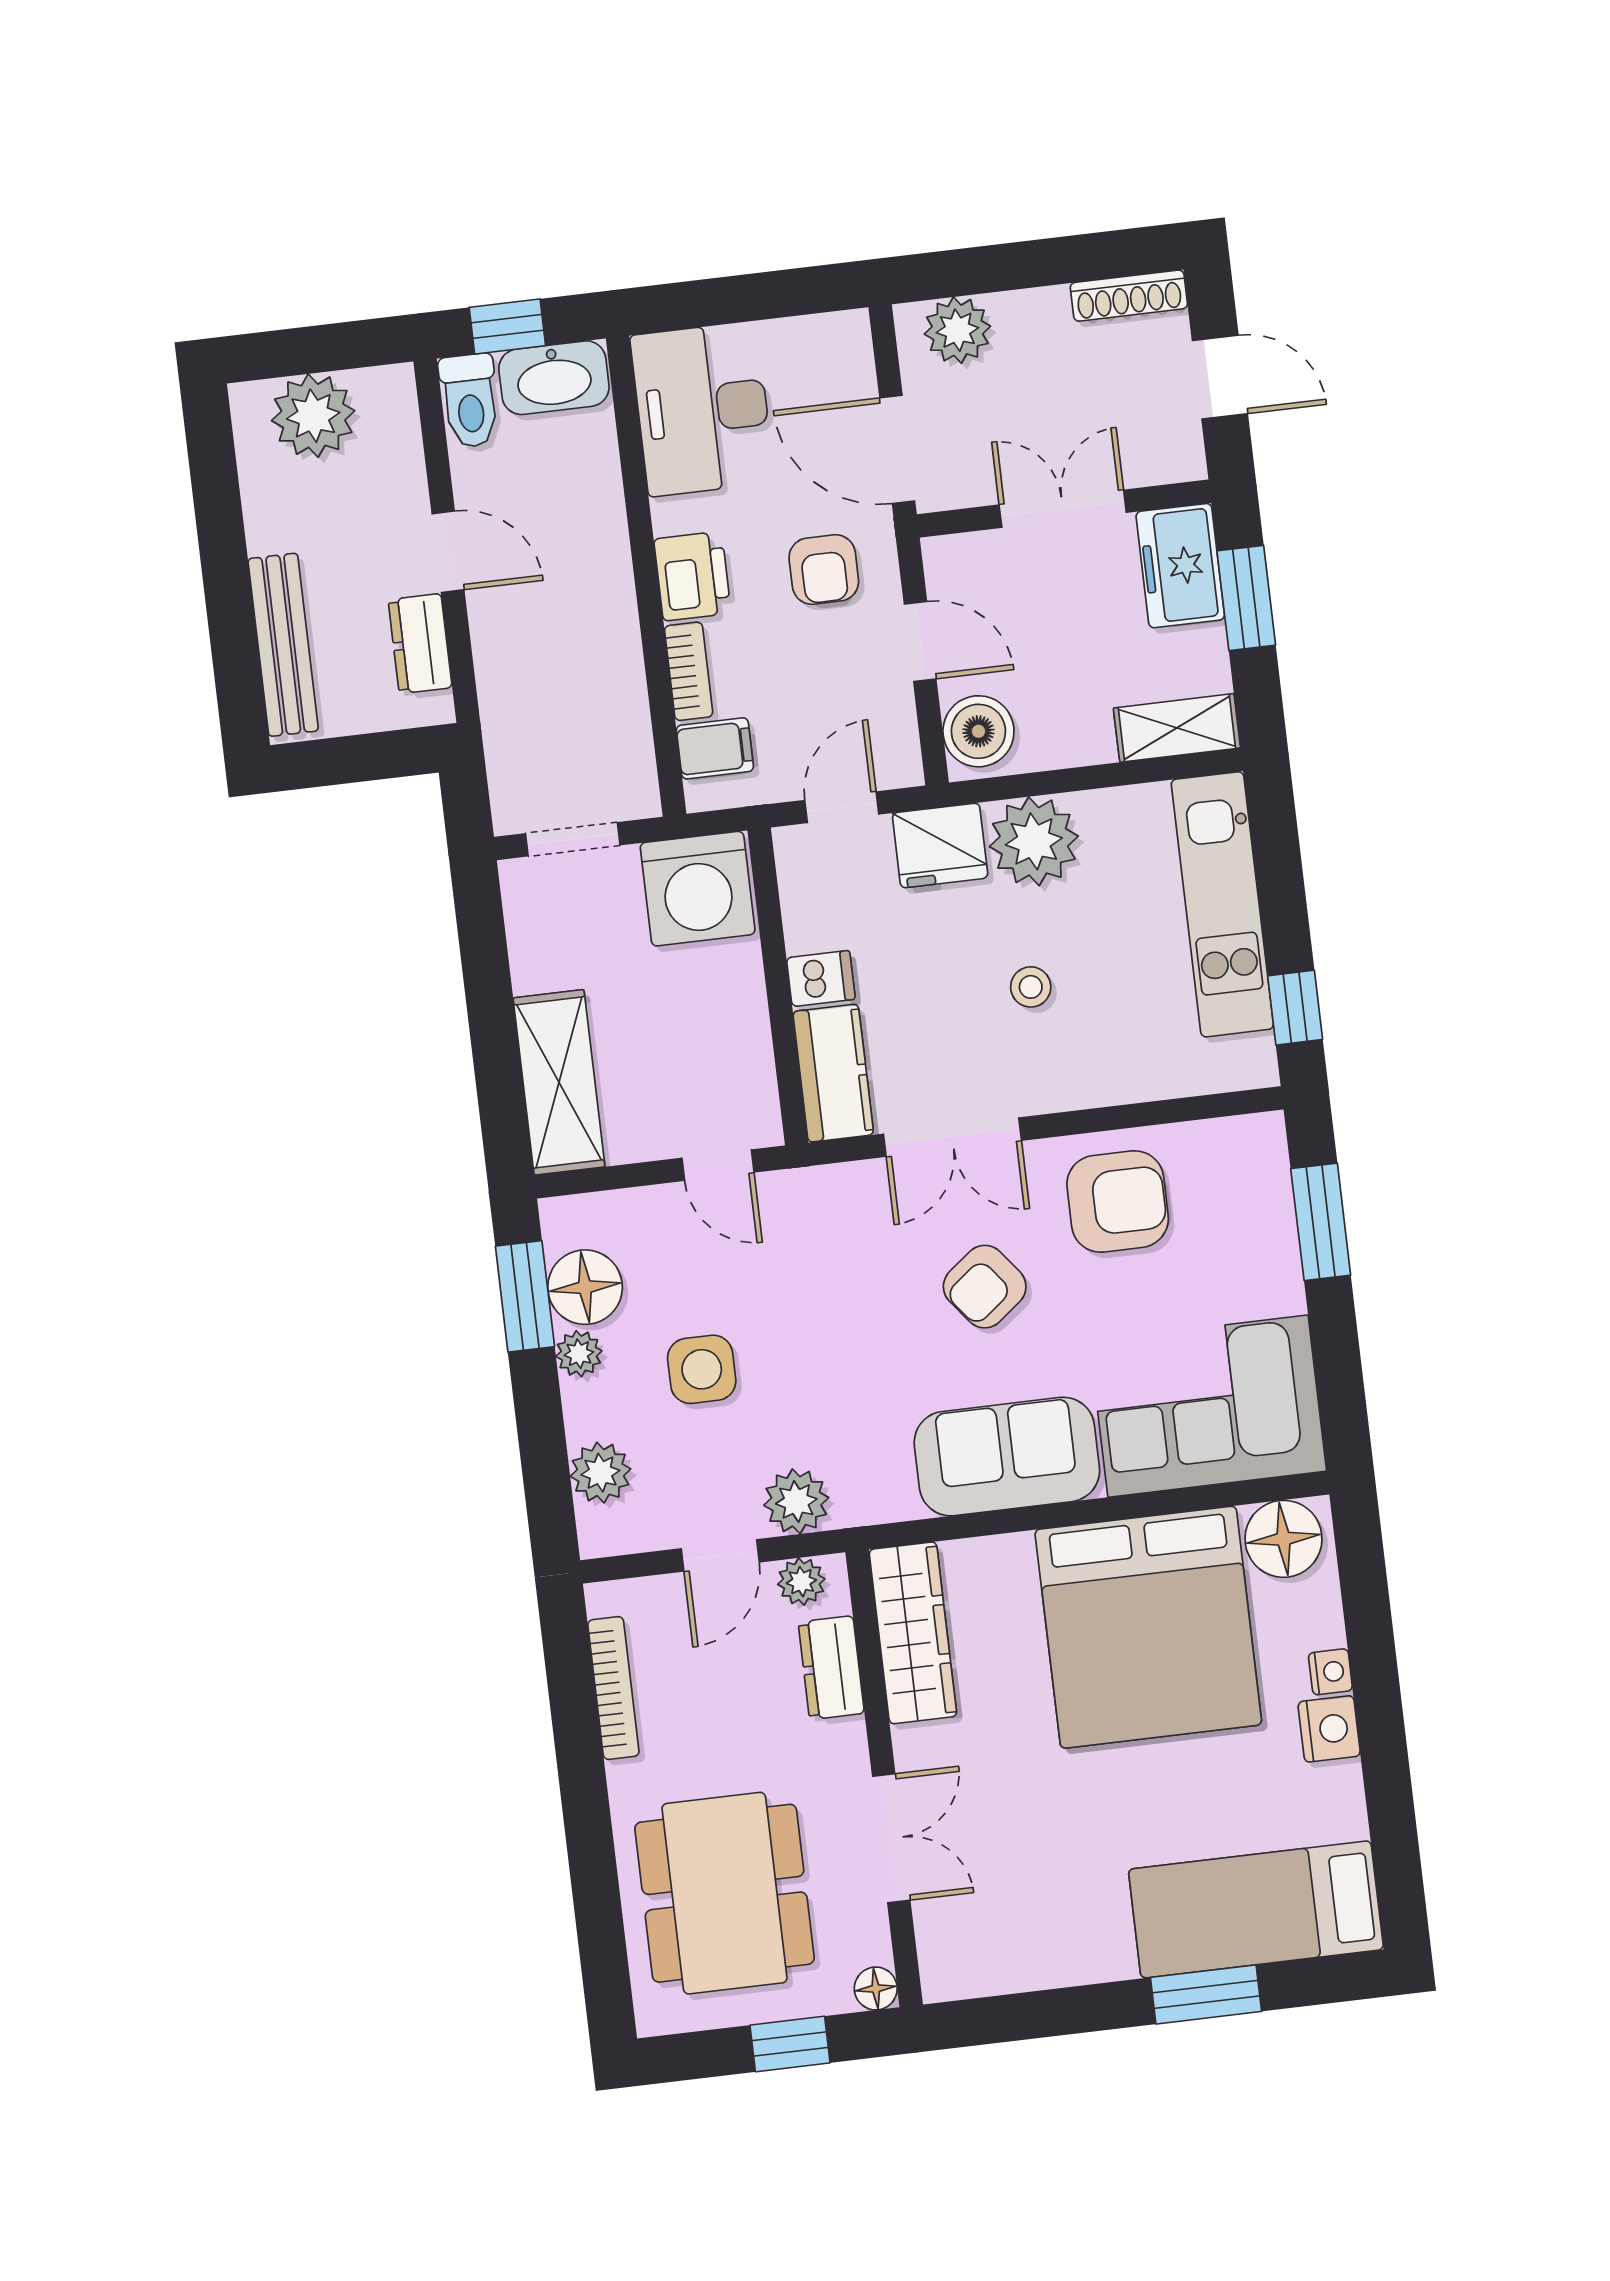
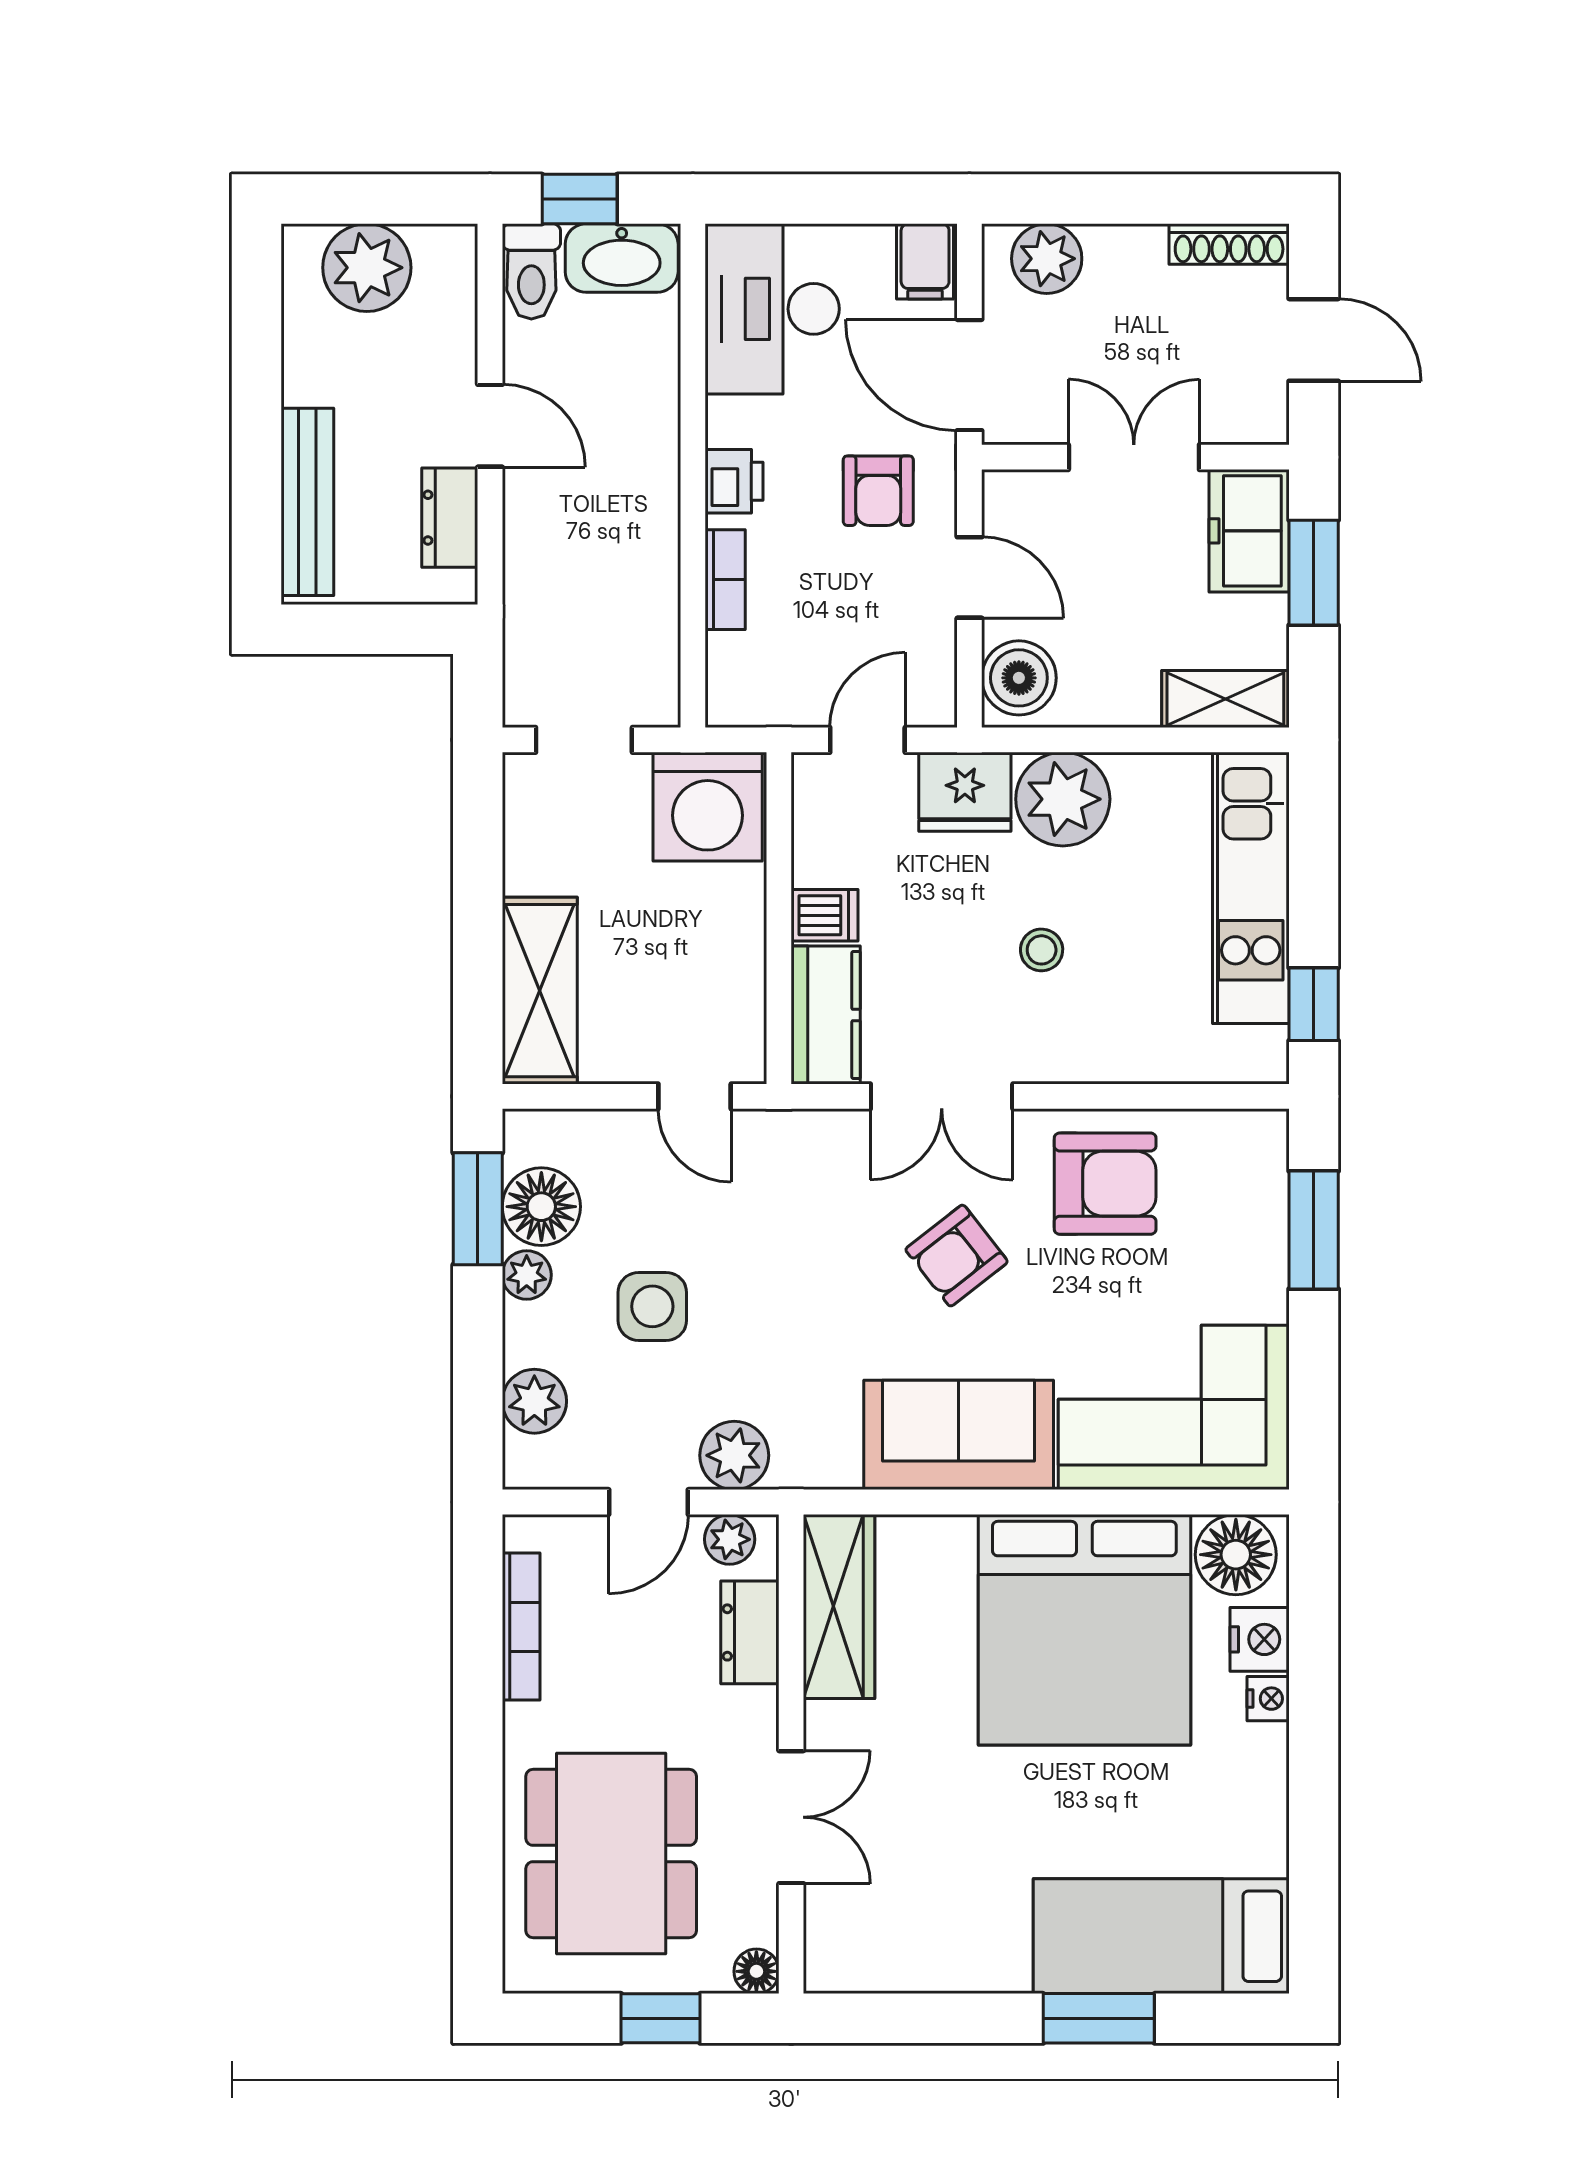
printer: (692, 576) -> (734, 481), width x0.73, depth x0.81
filing cabinet: (715, 748) -> (925, 261), moved, turned 90
nightstand: (1329, 1729) -> (1260, 1639), moved

